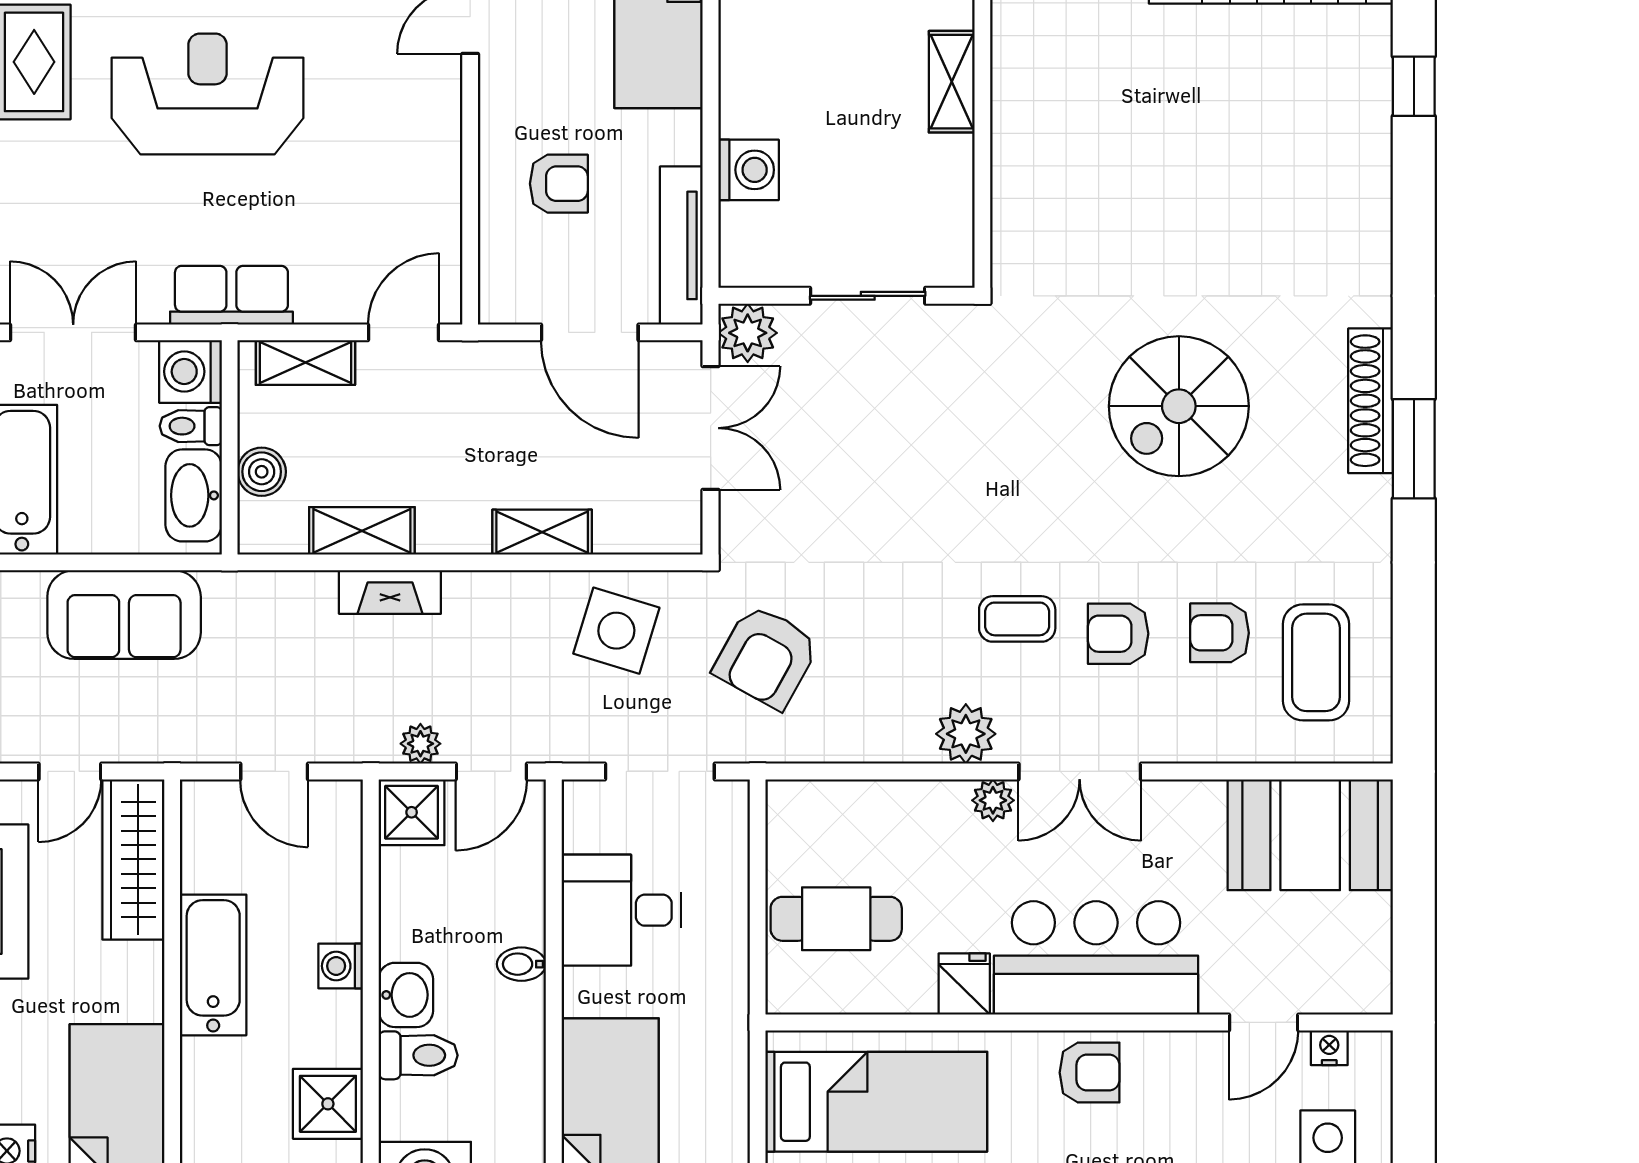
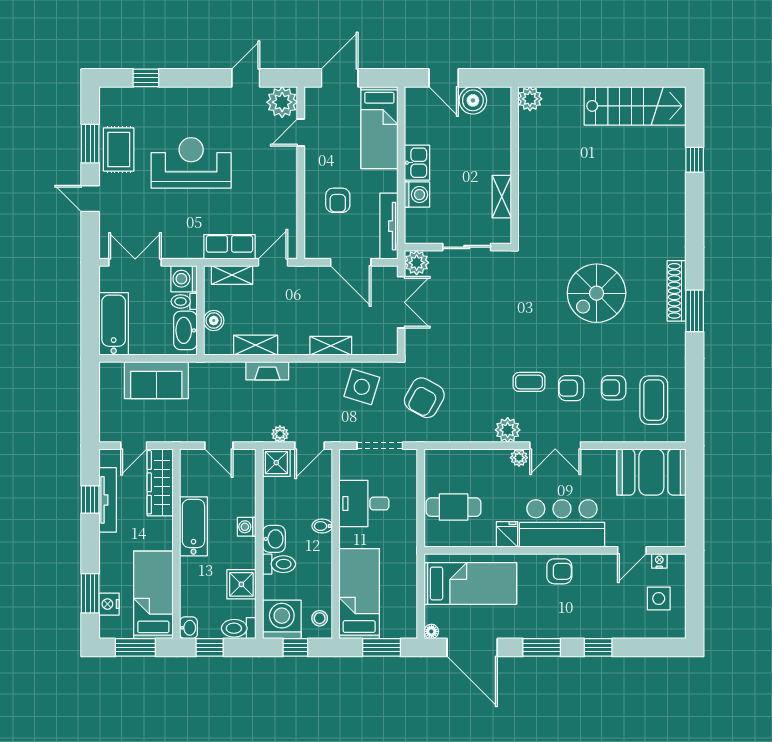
shelving: (952, 82) -> (502, 197), moved
kitchen sink: (749, 94) -> (417, 163), added
armchair: (559, 184) -> (338, 200), turned 90
row of seats: (231, 295) -> (229, 247), moved

